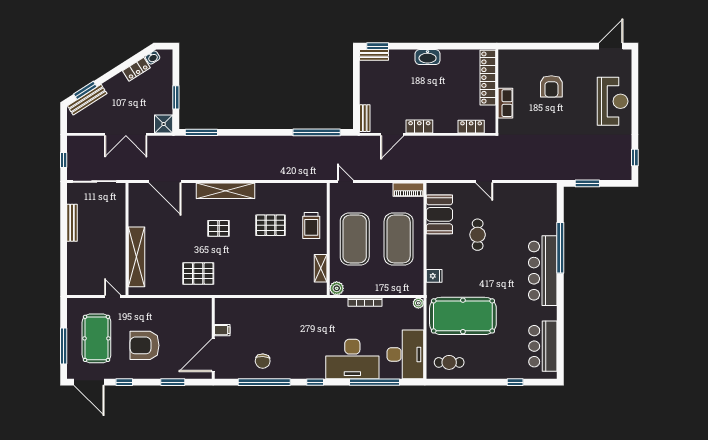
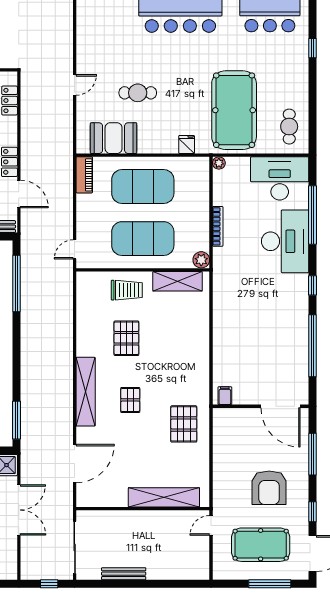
shelving: (321, 268) -> (178, 281), width x1.50, depth x1.33
filing cabinet: (222, 330) -> (225, 396), moved
chair: (263, 361) -> (288, 348), removed
window: (173, 382) -> (313, 454), width x1.44

